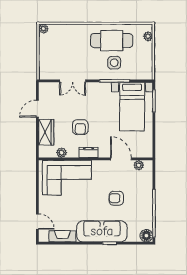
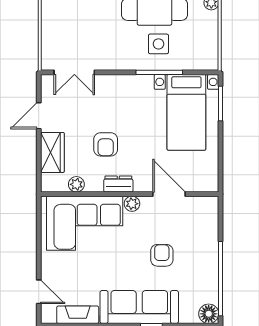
double door: (73, 81) -> (74, 72), moved
plant: (139, 165) -> (132, 204), moved
armchair: (116, 198) -> (162, 255), turned 90

